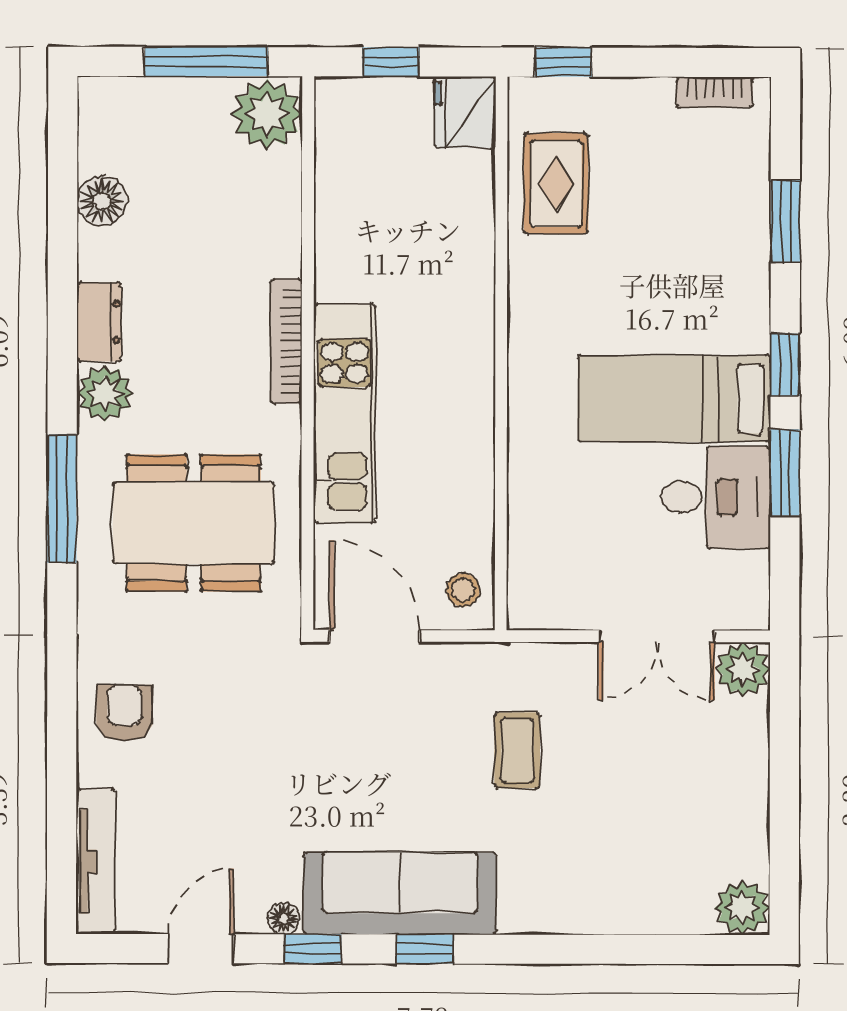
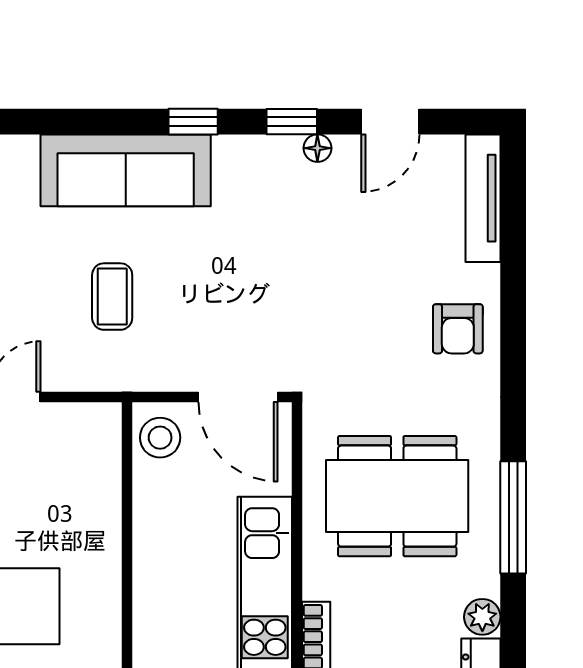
plant: (105, 393) -> (482, 617), width x0.73, depth x0.73
stool: (463, 590) -> (160, 438), width x1.37, depth x1.37
sofa: (400, 893) -> (126, 170), moved

